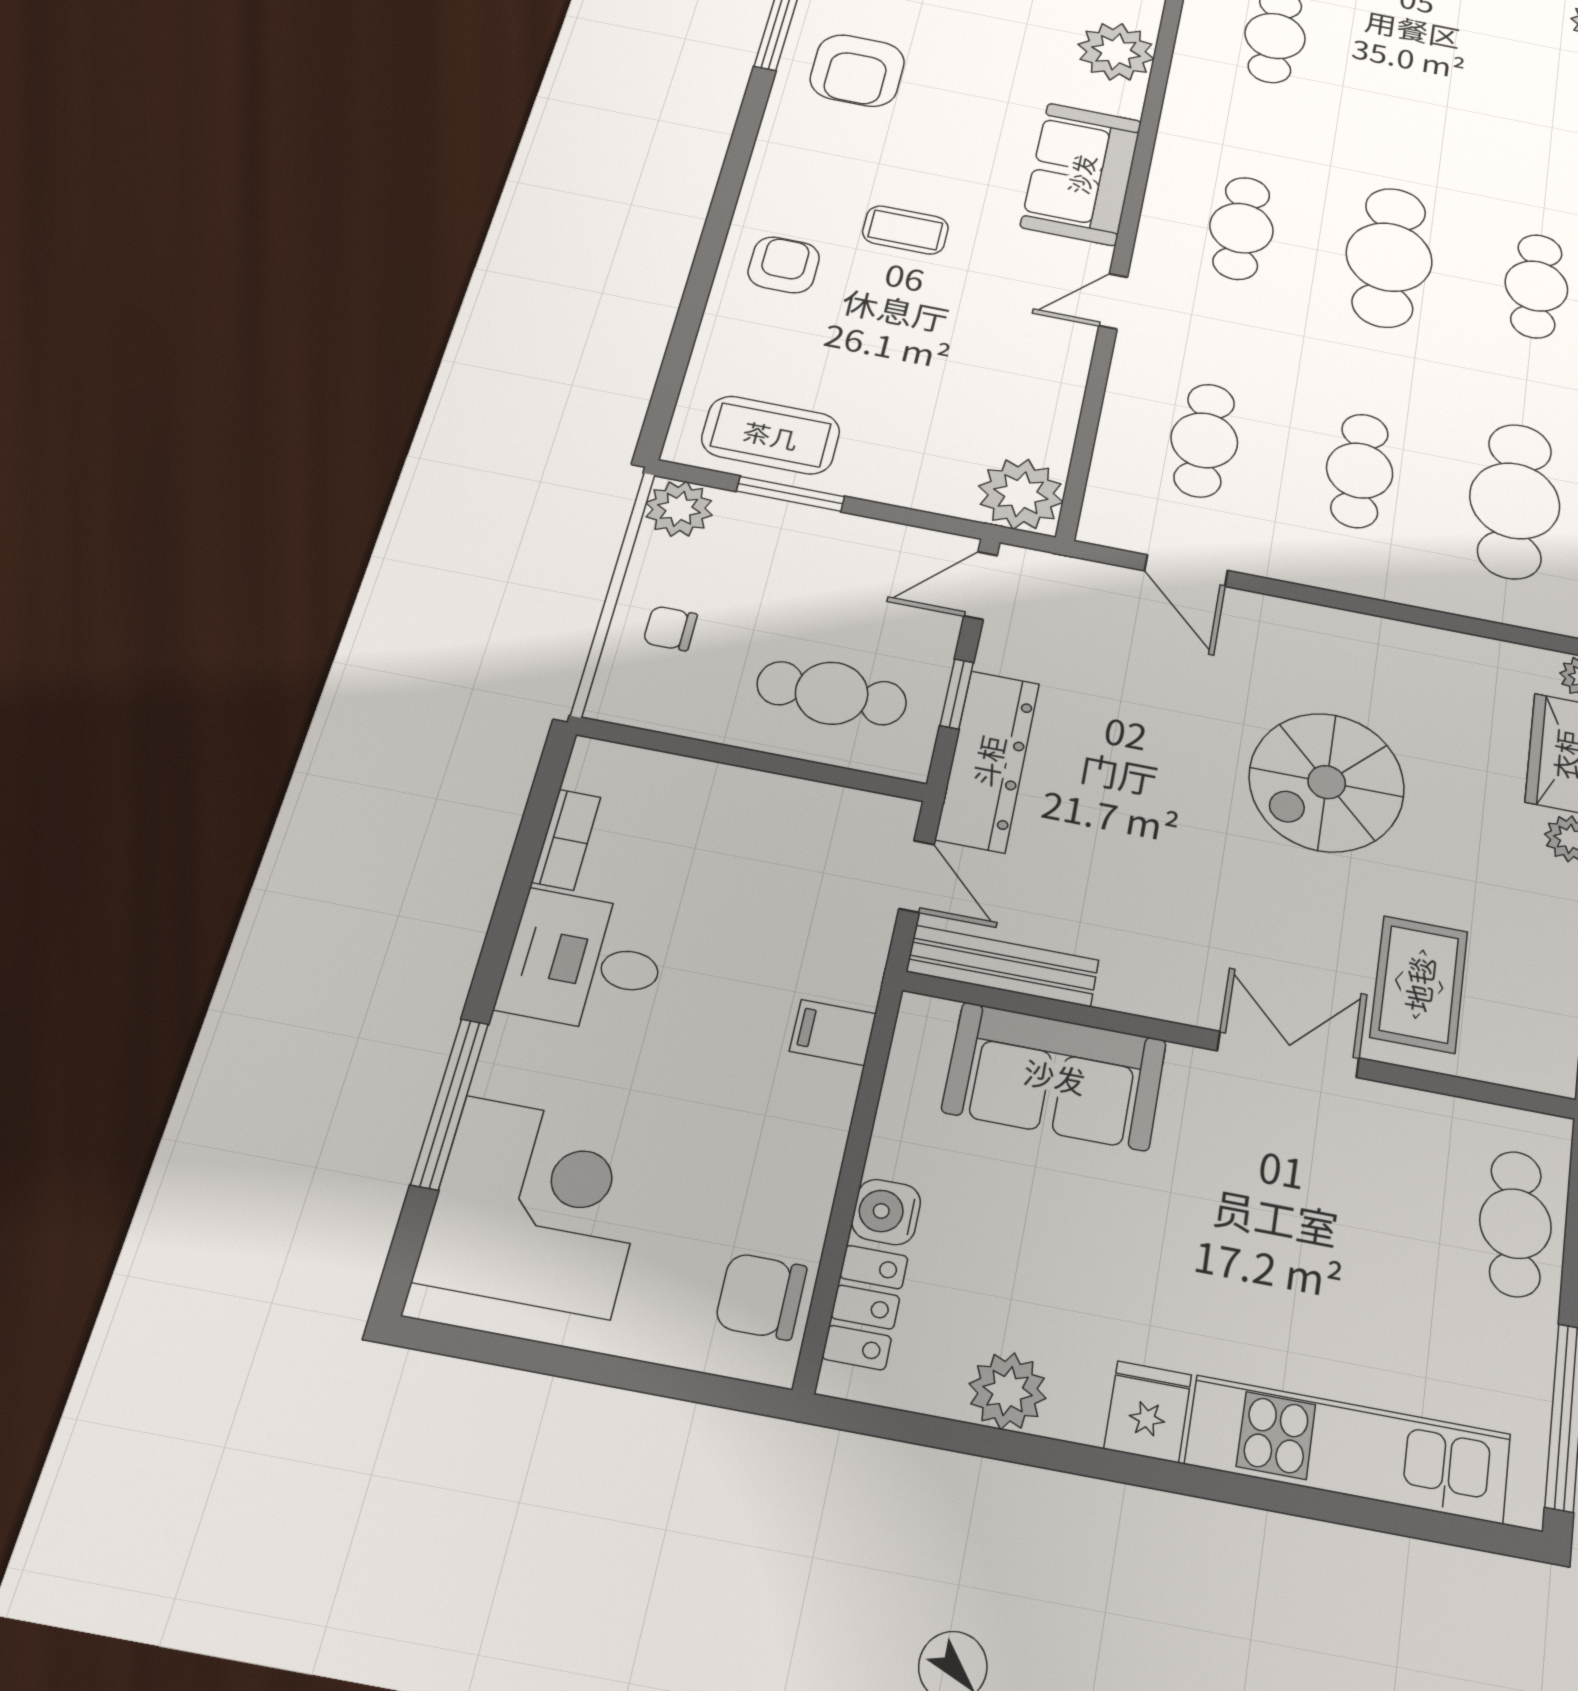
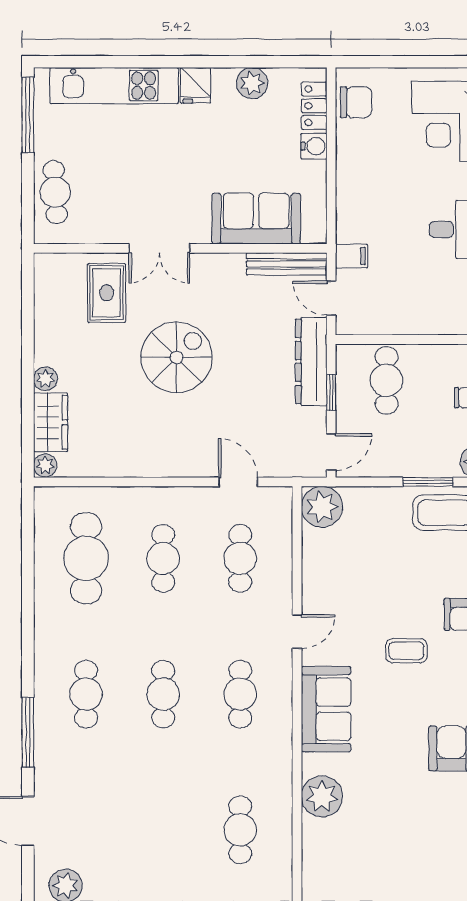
cafe table: (1389, 257) -> (163, 694), width x0.73, depth x0.74
cafe table: (832, 693) -> (386, 380), turned 90
spiral stairs: (1327, 782) -> (176, 357), moved
filing cabinet: (833, 1032) -> (352, 256), moved

